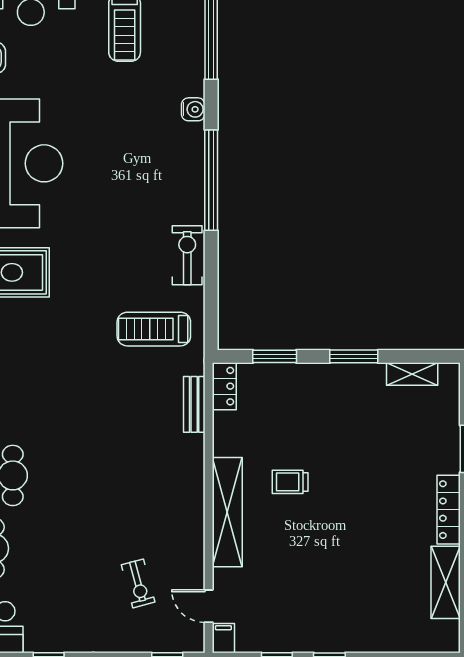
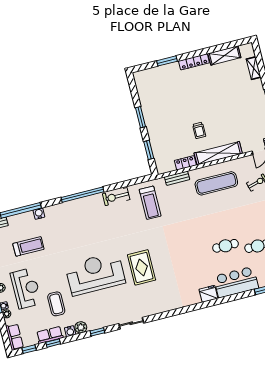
water cooler: (193, 109) -> (39, 214), moved
shelving: (412, 374) -> (254, 68), moved
locker: (224, 386) -> (185, 163), moved
exercise mat: (160, 491) -> (216, 183), added

